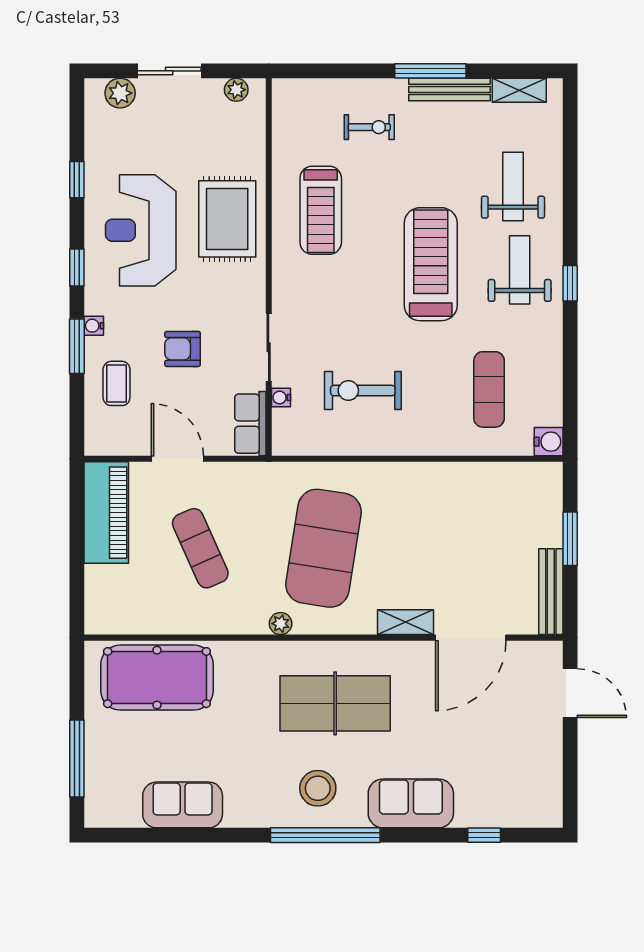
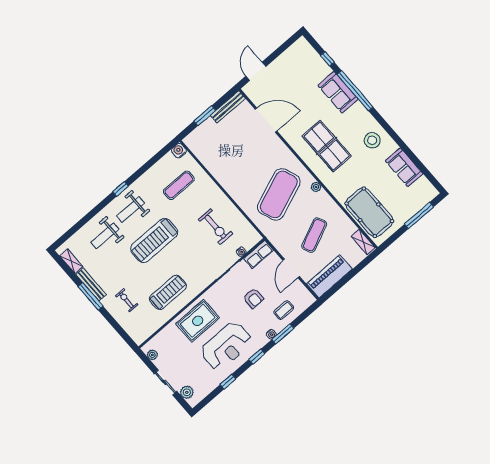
exercise mat: (323, 548) -> (279, 194), turned -30
shelving: (406, 622) -> (363, 242), moved
stool: (318, 788) -> (372, 140), moved
window: (325, 835) -> (355, 91), moved

